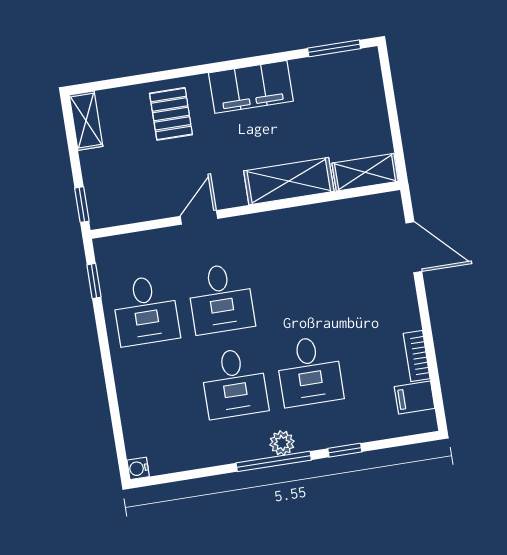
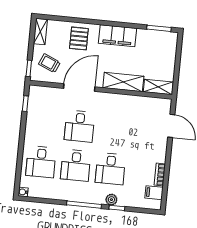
trolley: (123, 182) -> (49, 63), added
door: (199, 217) -> (79, 88), width x1.88
desk: (146, 310) -> (41, 162), moved
plant: (282, 443) -> (111, 200), moved

